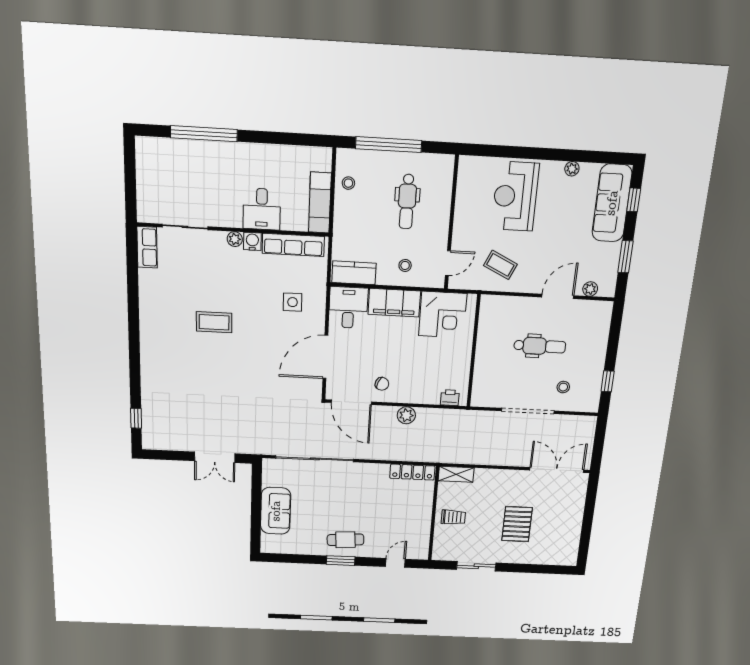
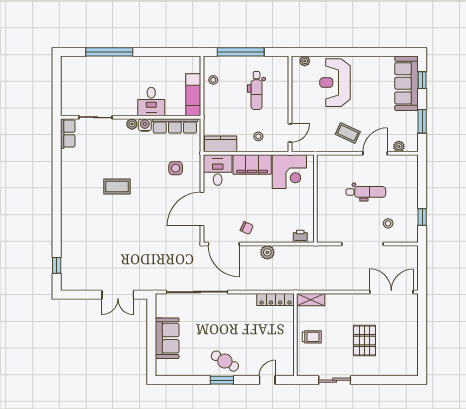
plant: (572, 169) -> (305, 61), moved
coffee table: (500, 265) -> (348, 133), moved
cafe table: (345, 540) -> (225, 361), turned 35

